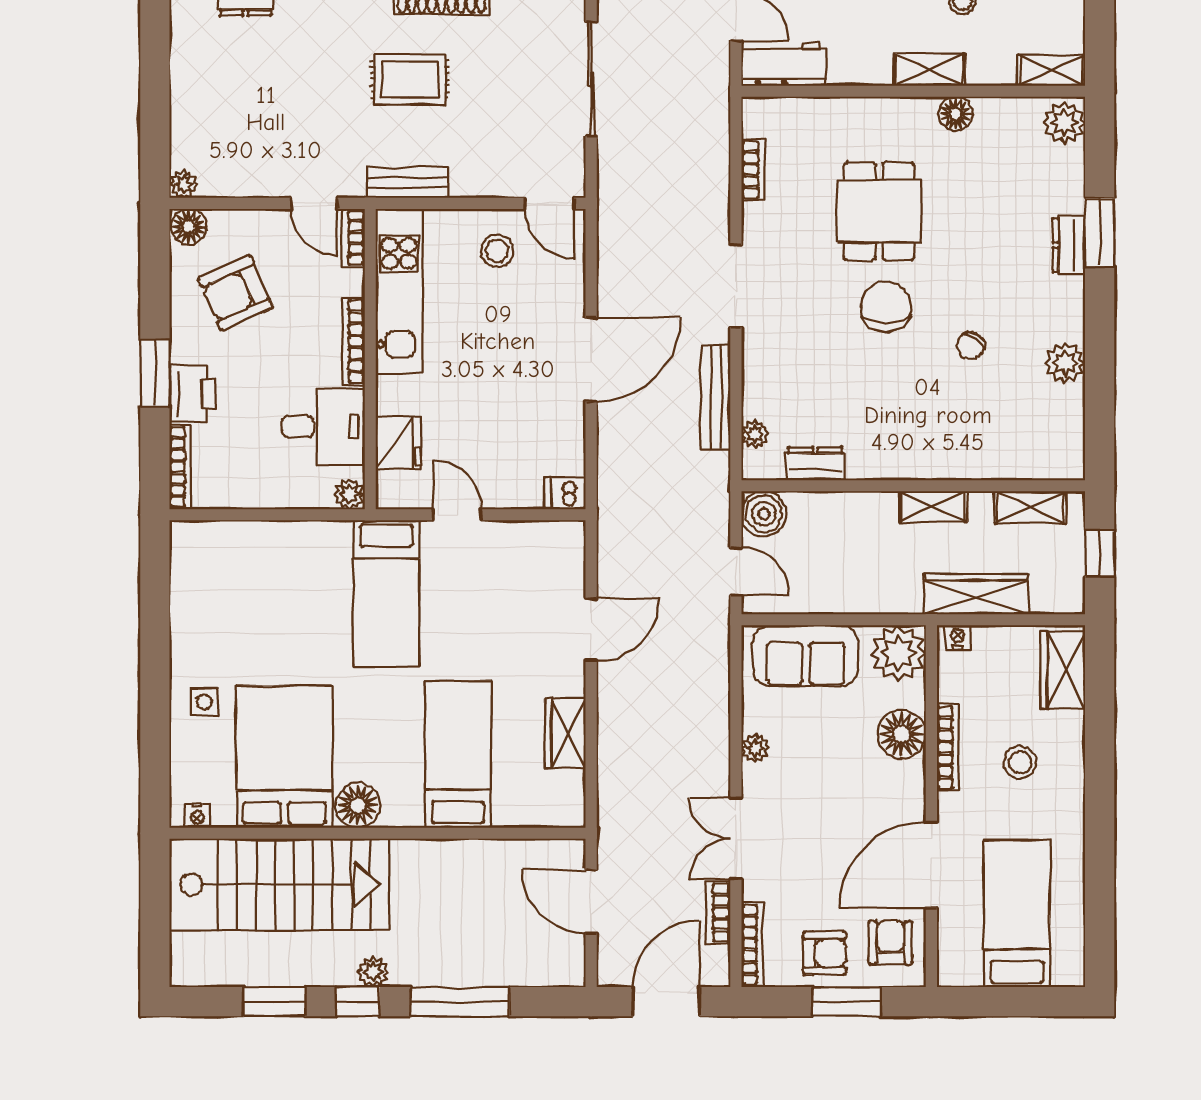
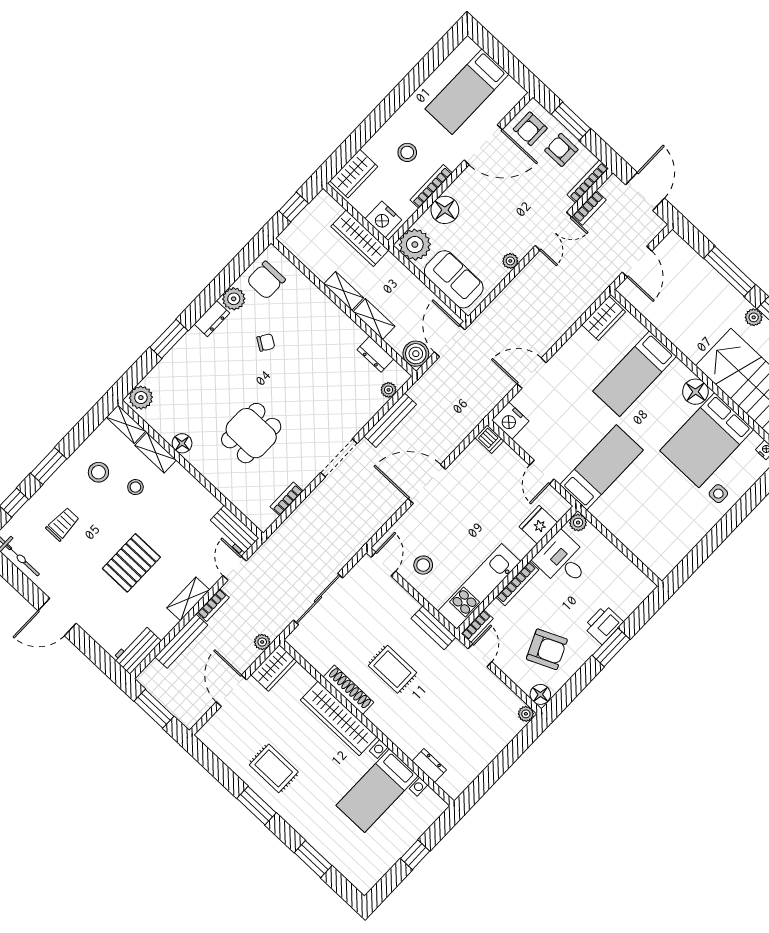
shelving: (929, 70) -> (156, 453), moved
dresser: (1069, 245) -> (212, 319), moved
chair: (886, 307) -> (266, 280), moved
bookcase: (180, 467) -> (637, 599), removed
shelving: (1030, 507) -> (374, 319), moved
nightstand: (561, 542) -> (510, 421), added
door: (736, 571) -> (450, 341), width x1.38
nightstand: (958, 637) -> (383, 219), width x1.89, depth x1.79
wardrobe: (565, 733) -> (604, 318), moved
door: (666, 1002) -> (645, 191), swing flipped

